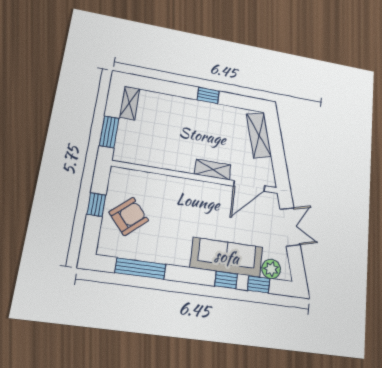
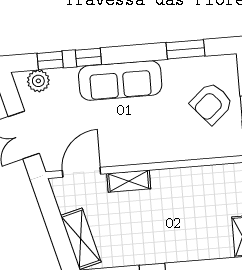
sofa: (227, 257) -> (120, 80), moved
window: (140, 268) -> (185, 49), width x0.69

